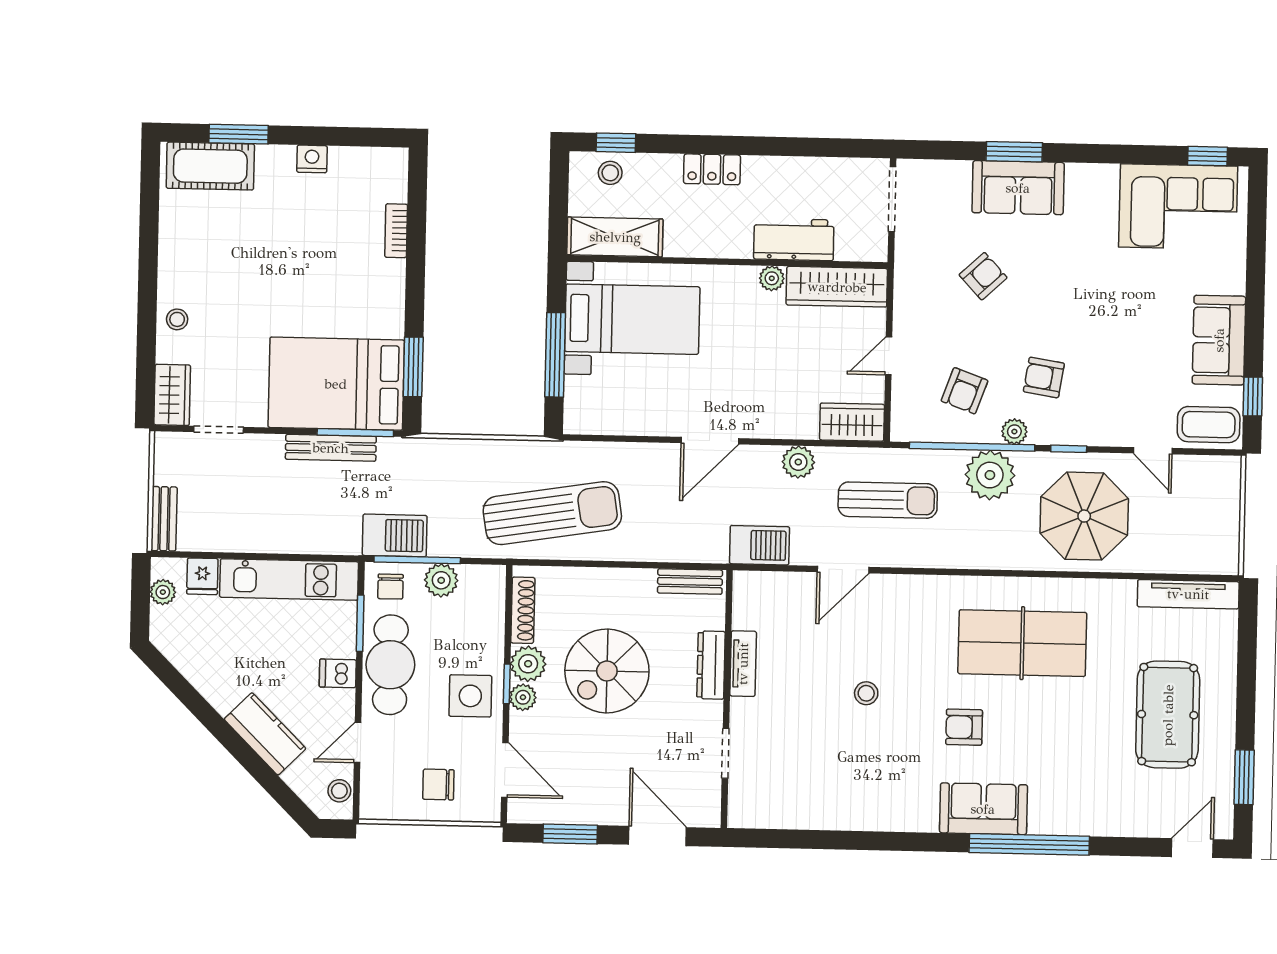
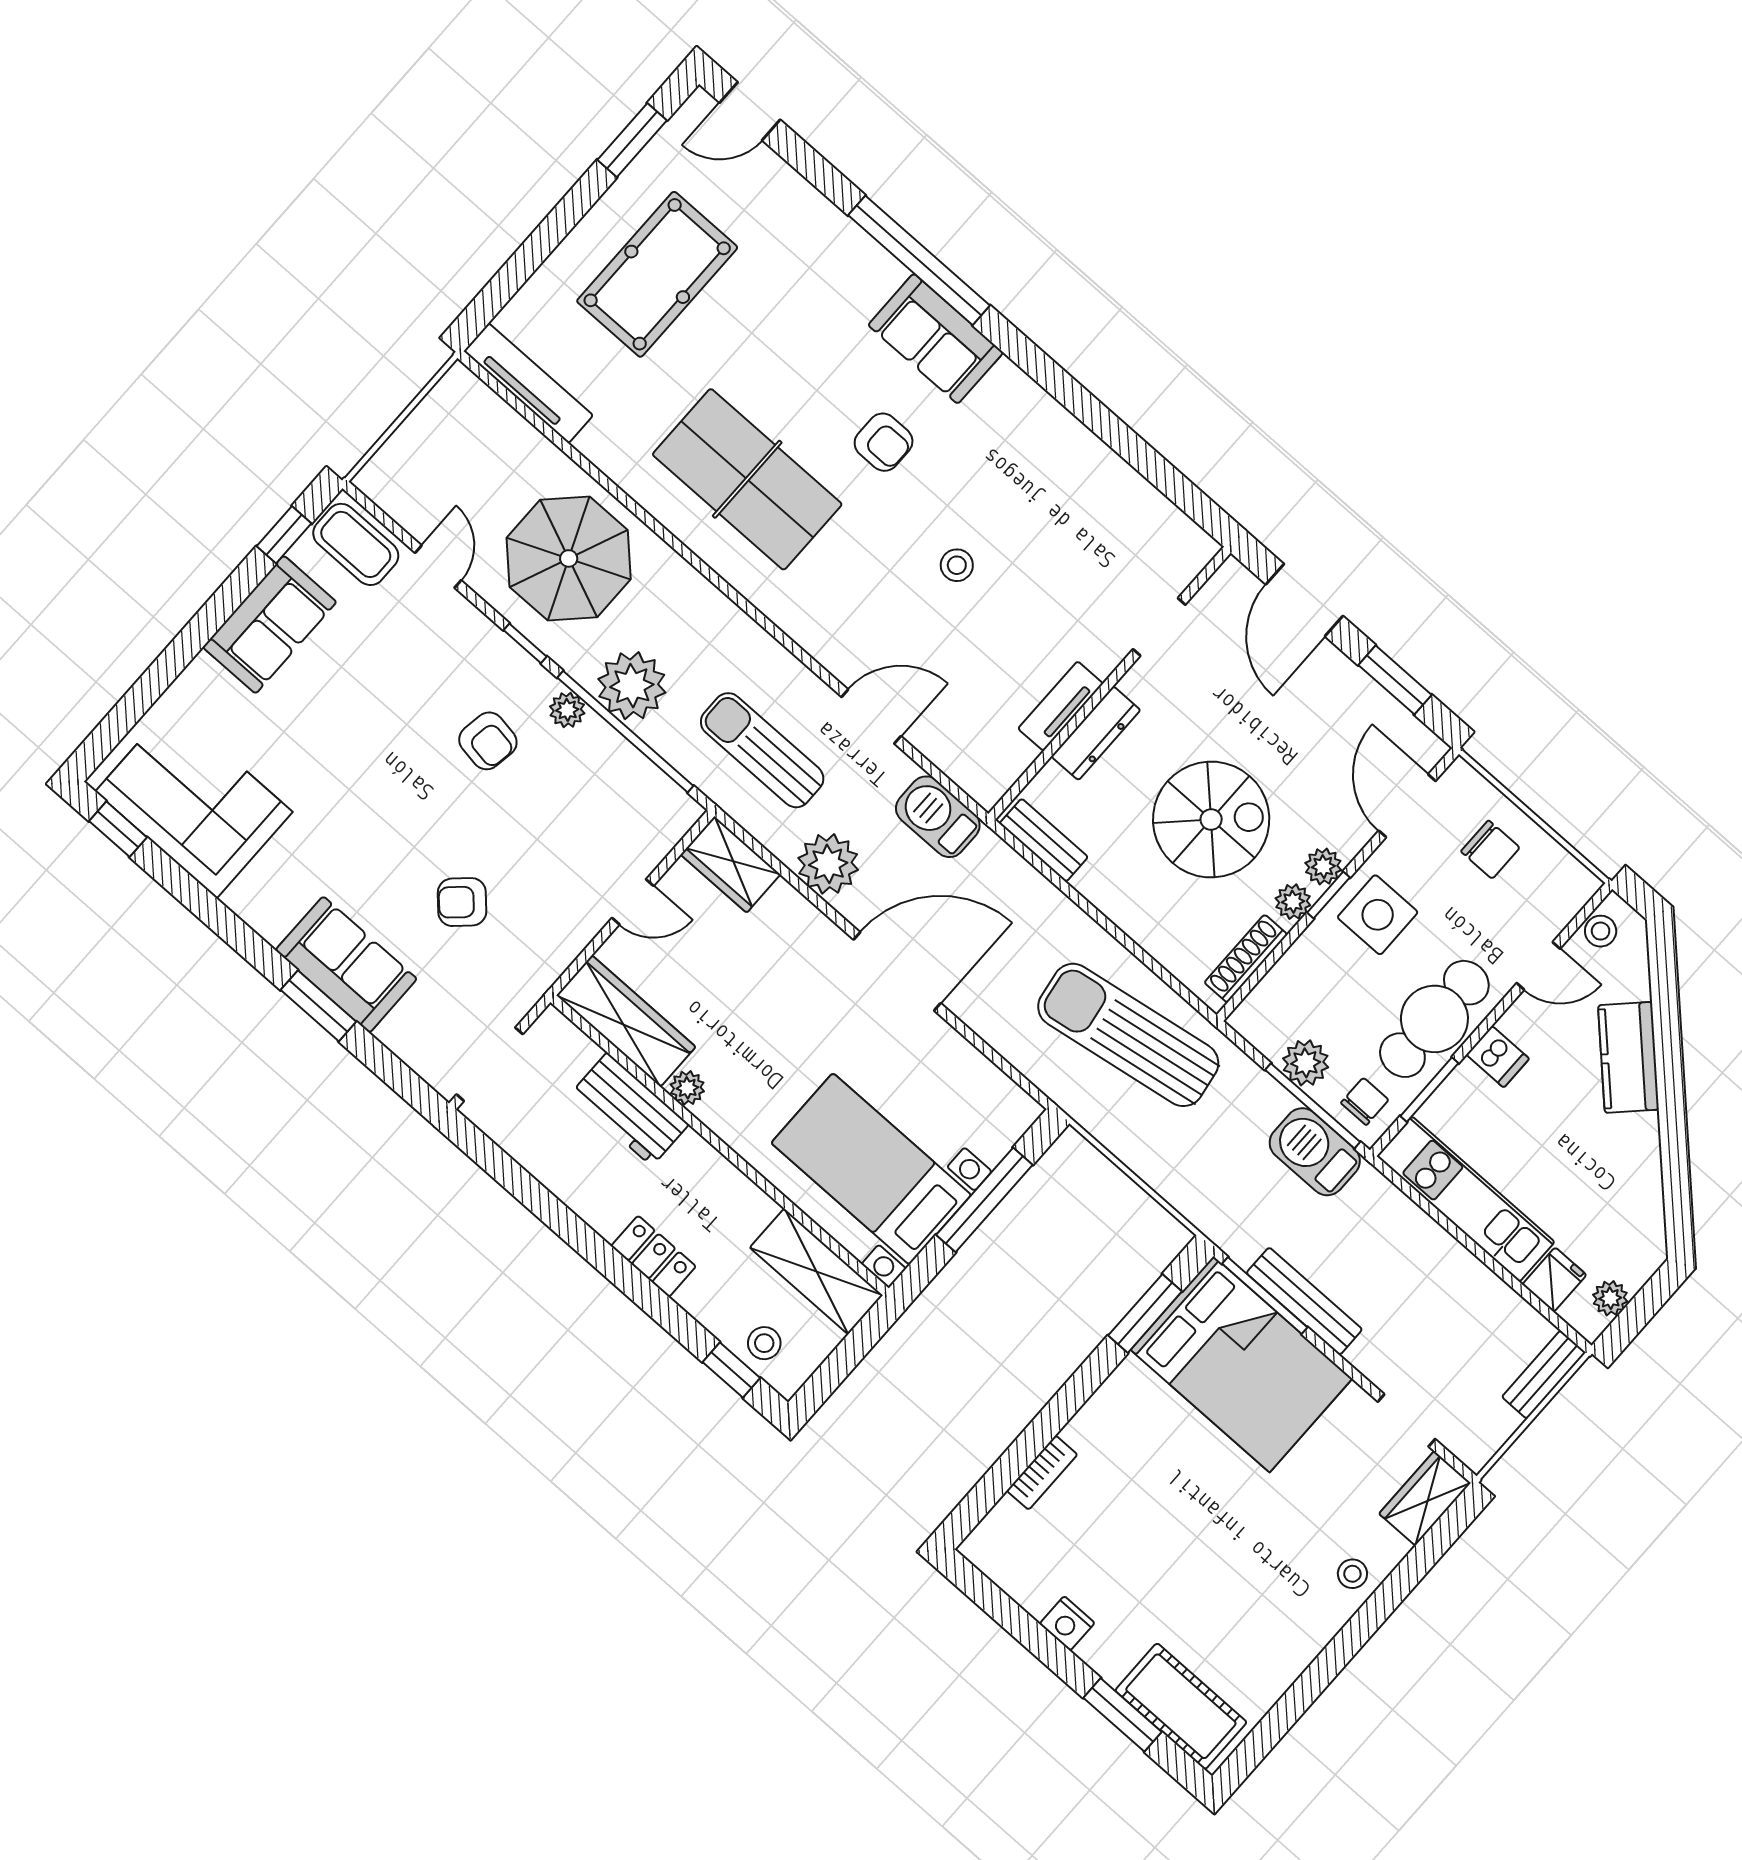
armchair: (965, 391) -> (584, 797), removed
door: (710, 441) -> (897, 971), width x1.36
plant: (798, 462) -> (828, 864), width x1.36, depth x1.36
plant: (528, 664) -> (1293, 902), width x0.73, depth x0.73

